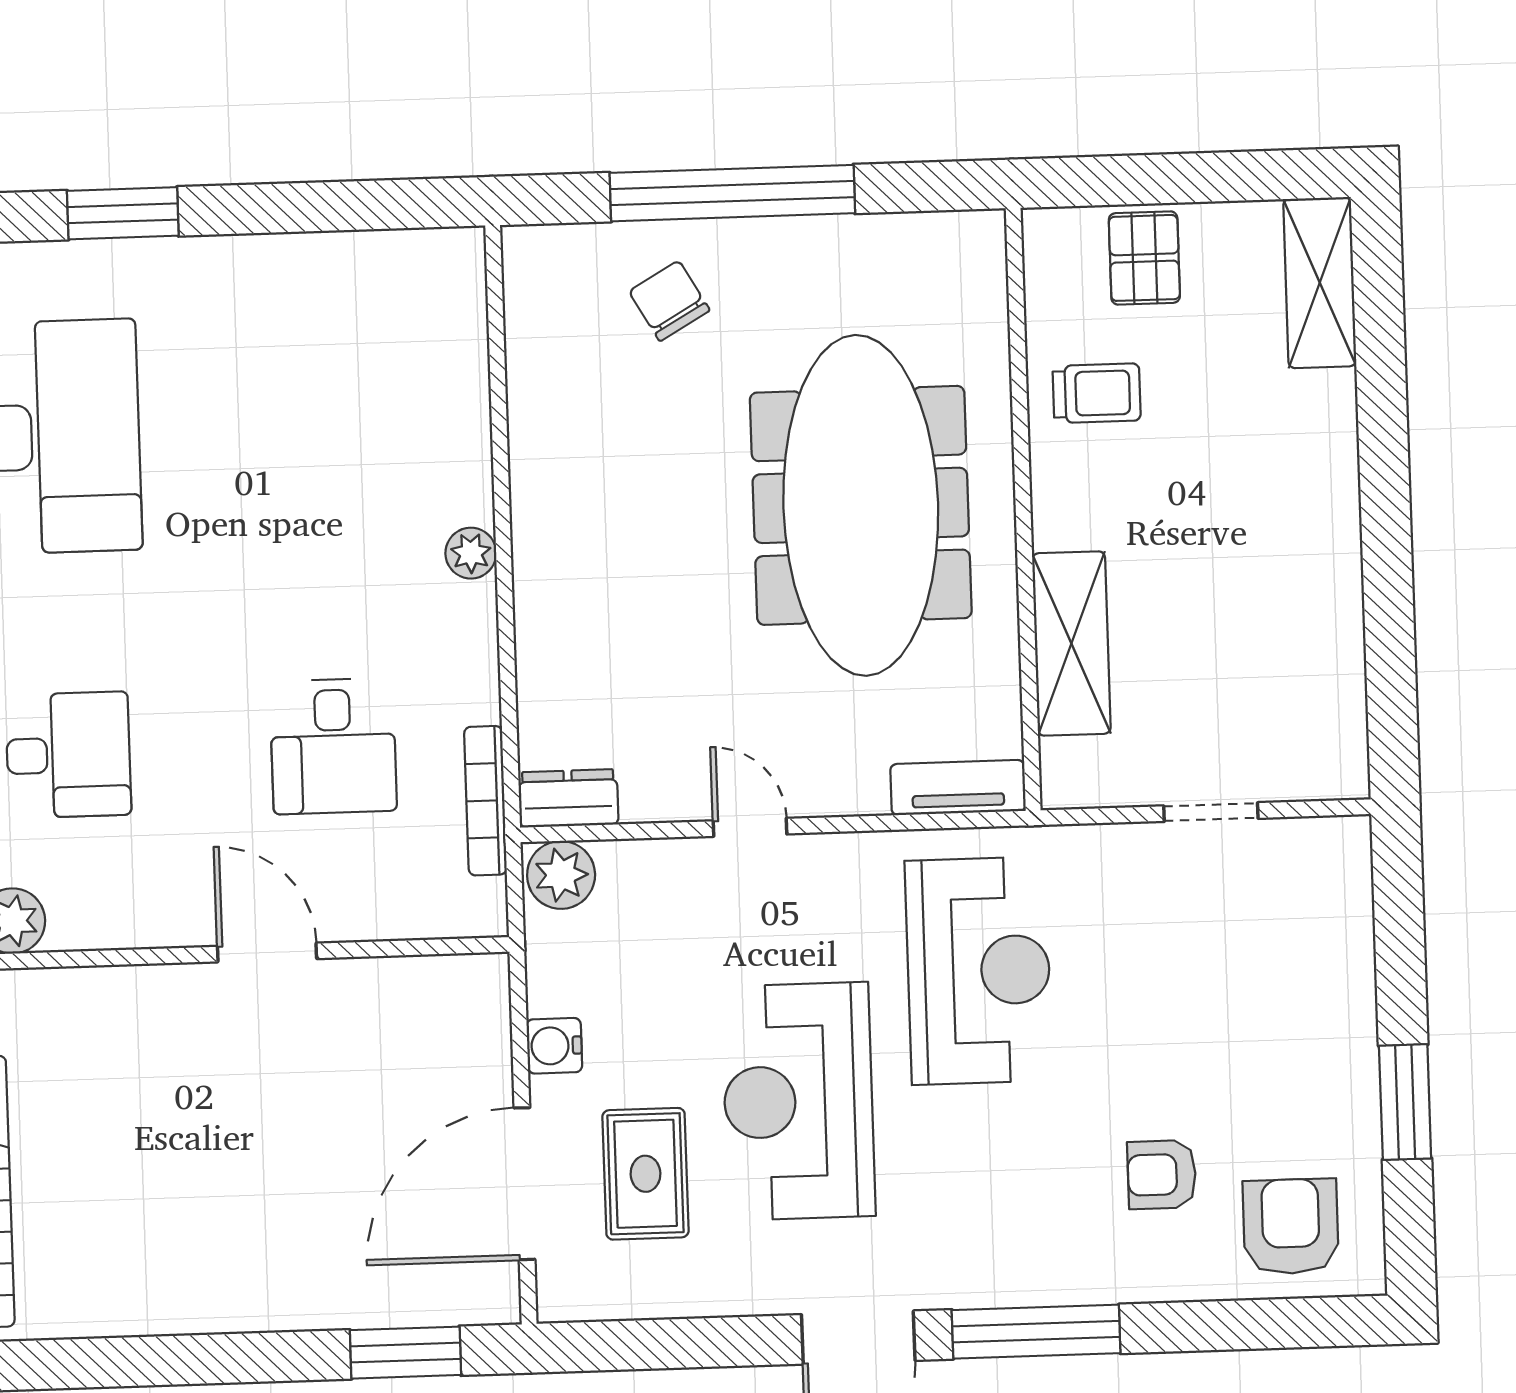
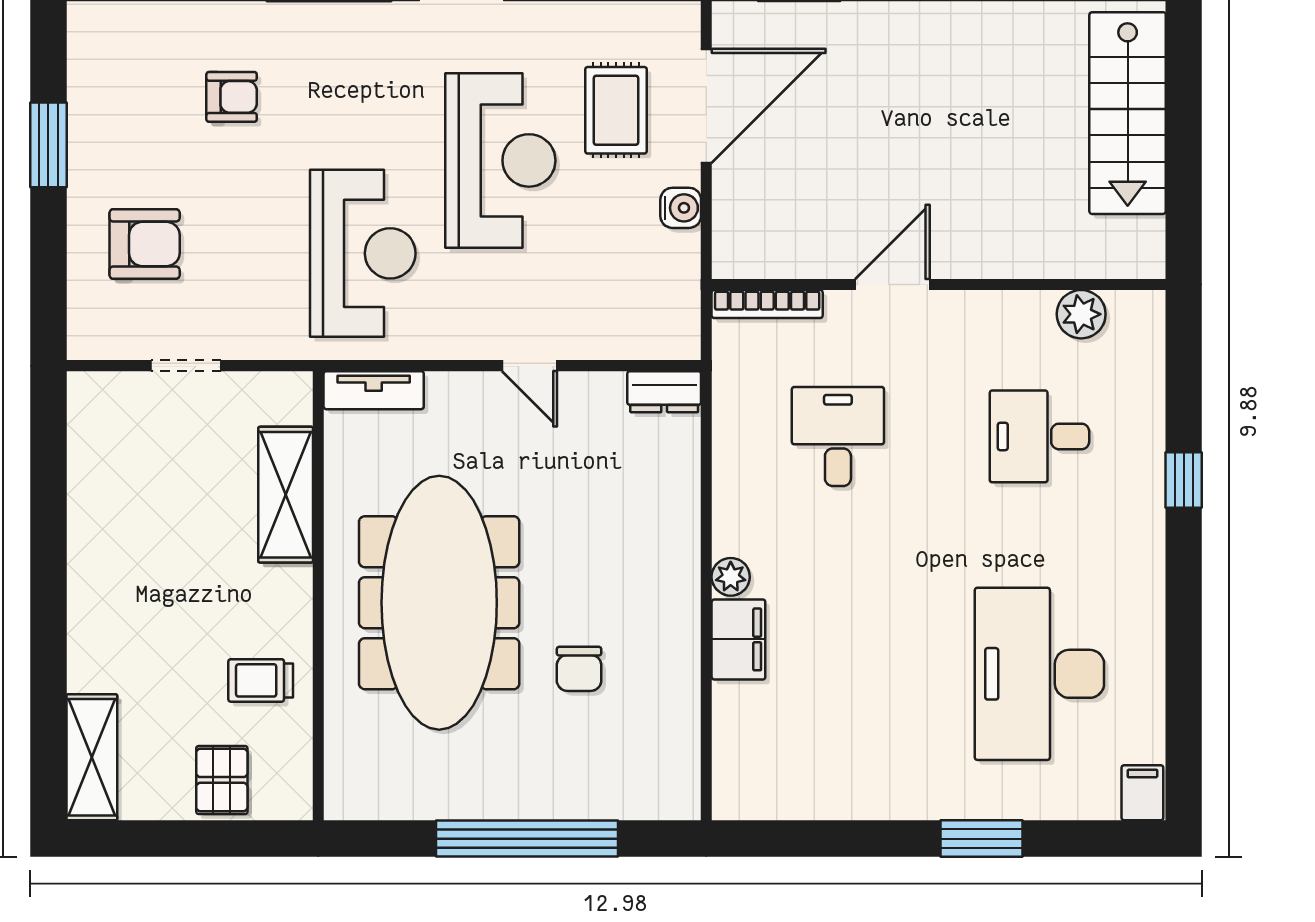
chair: (669, 301) -> (579, 669), moved, turned 30
filing cabinet: (458, 469) -> (738, 639), added
bookcase: (485, 801) -> (767, 304), moved, turned 90
plant: (561, 875) -> (671, 335), removed
door: (267, 952) -> (892, 284), swing flipped
reception desk: (979, 971) -> (363, 253), turned 180
armchair: (1291, 1226) -> (145, 244), moved, turned -90

